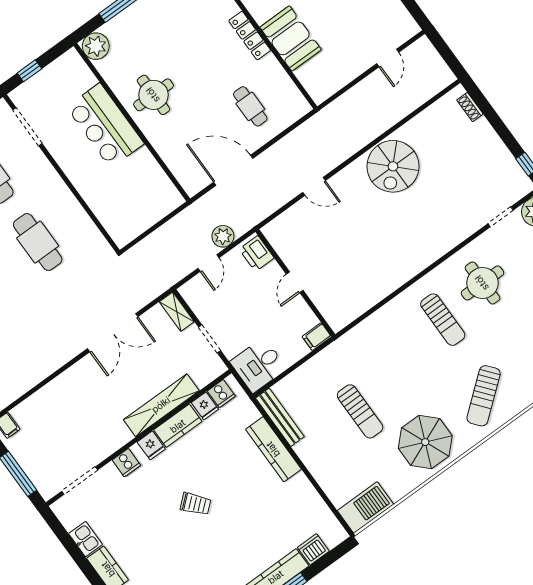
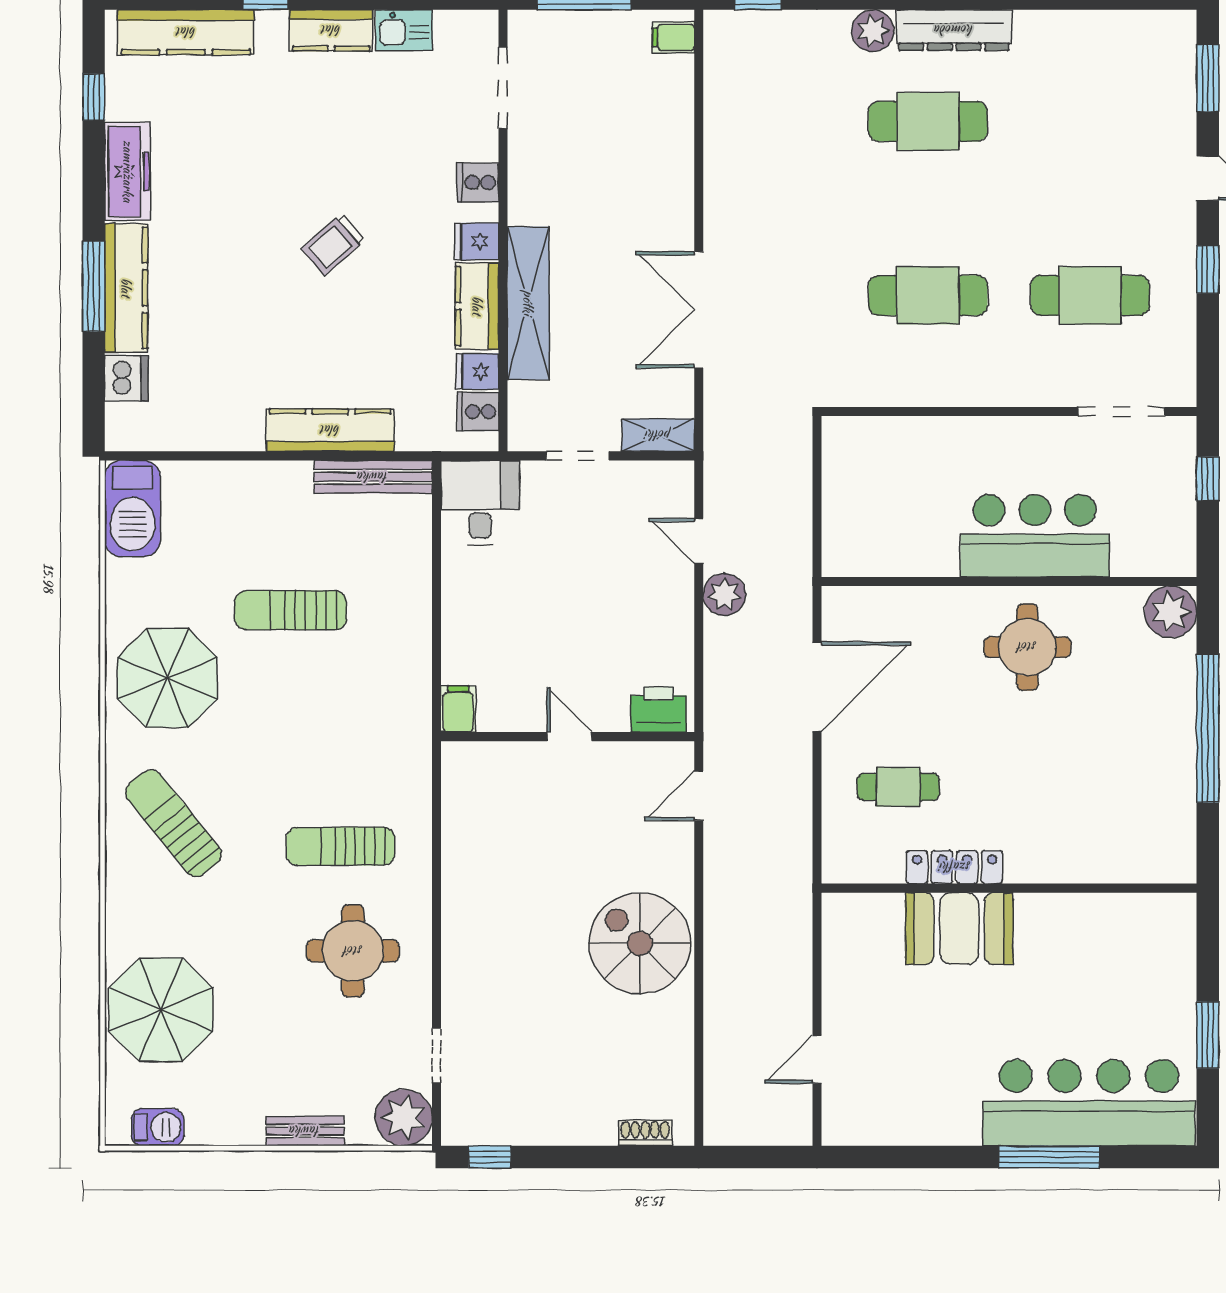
locker: (250, 36) -> (955, 867), moved
door: (388, 58) -> (817, 1059), hinge flipped
printer: (257, 254) -> (659, 709), moved
door: (295, 282) -> (569, 737), moved
wall: (295, 283) -> (568, 737), moved
filing cabinet: (317, 337) -> (458, 709), moved

